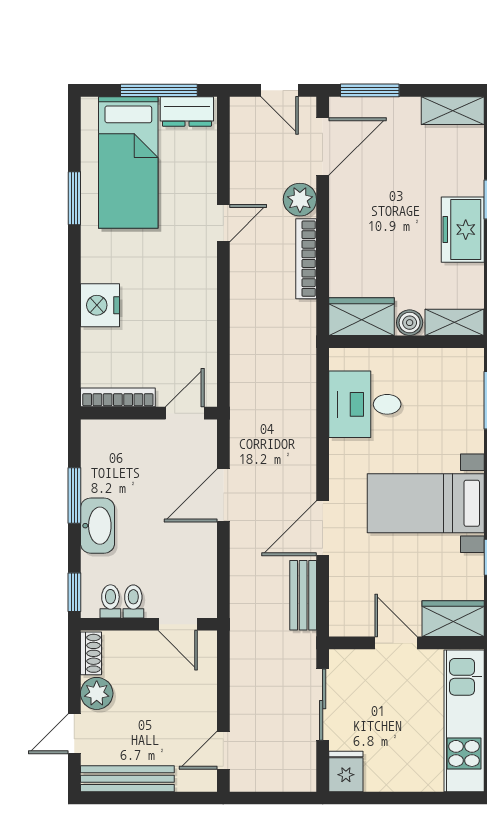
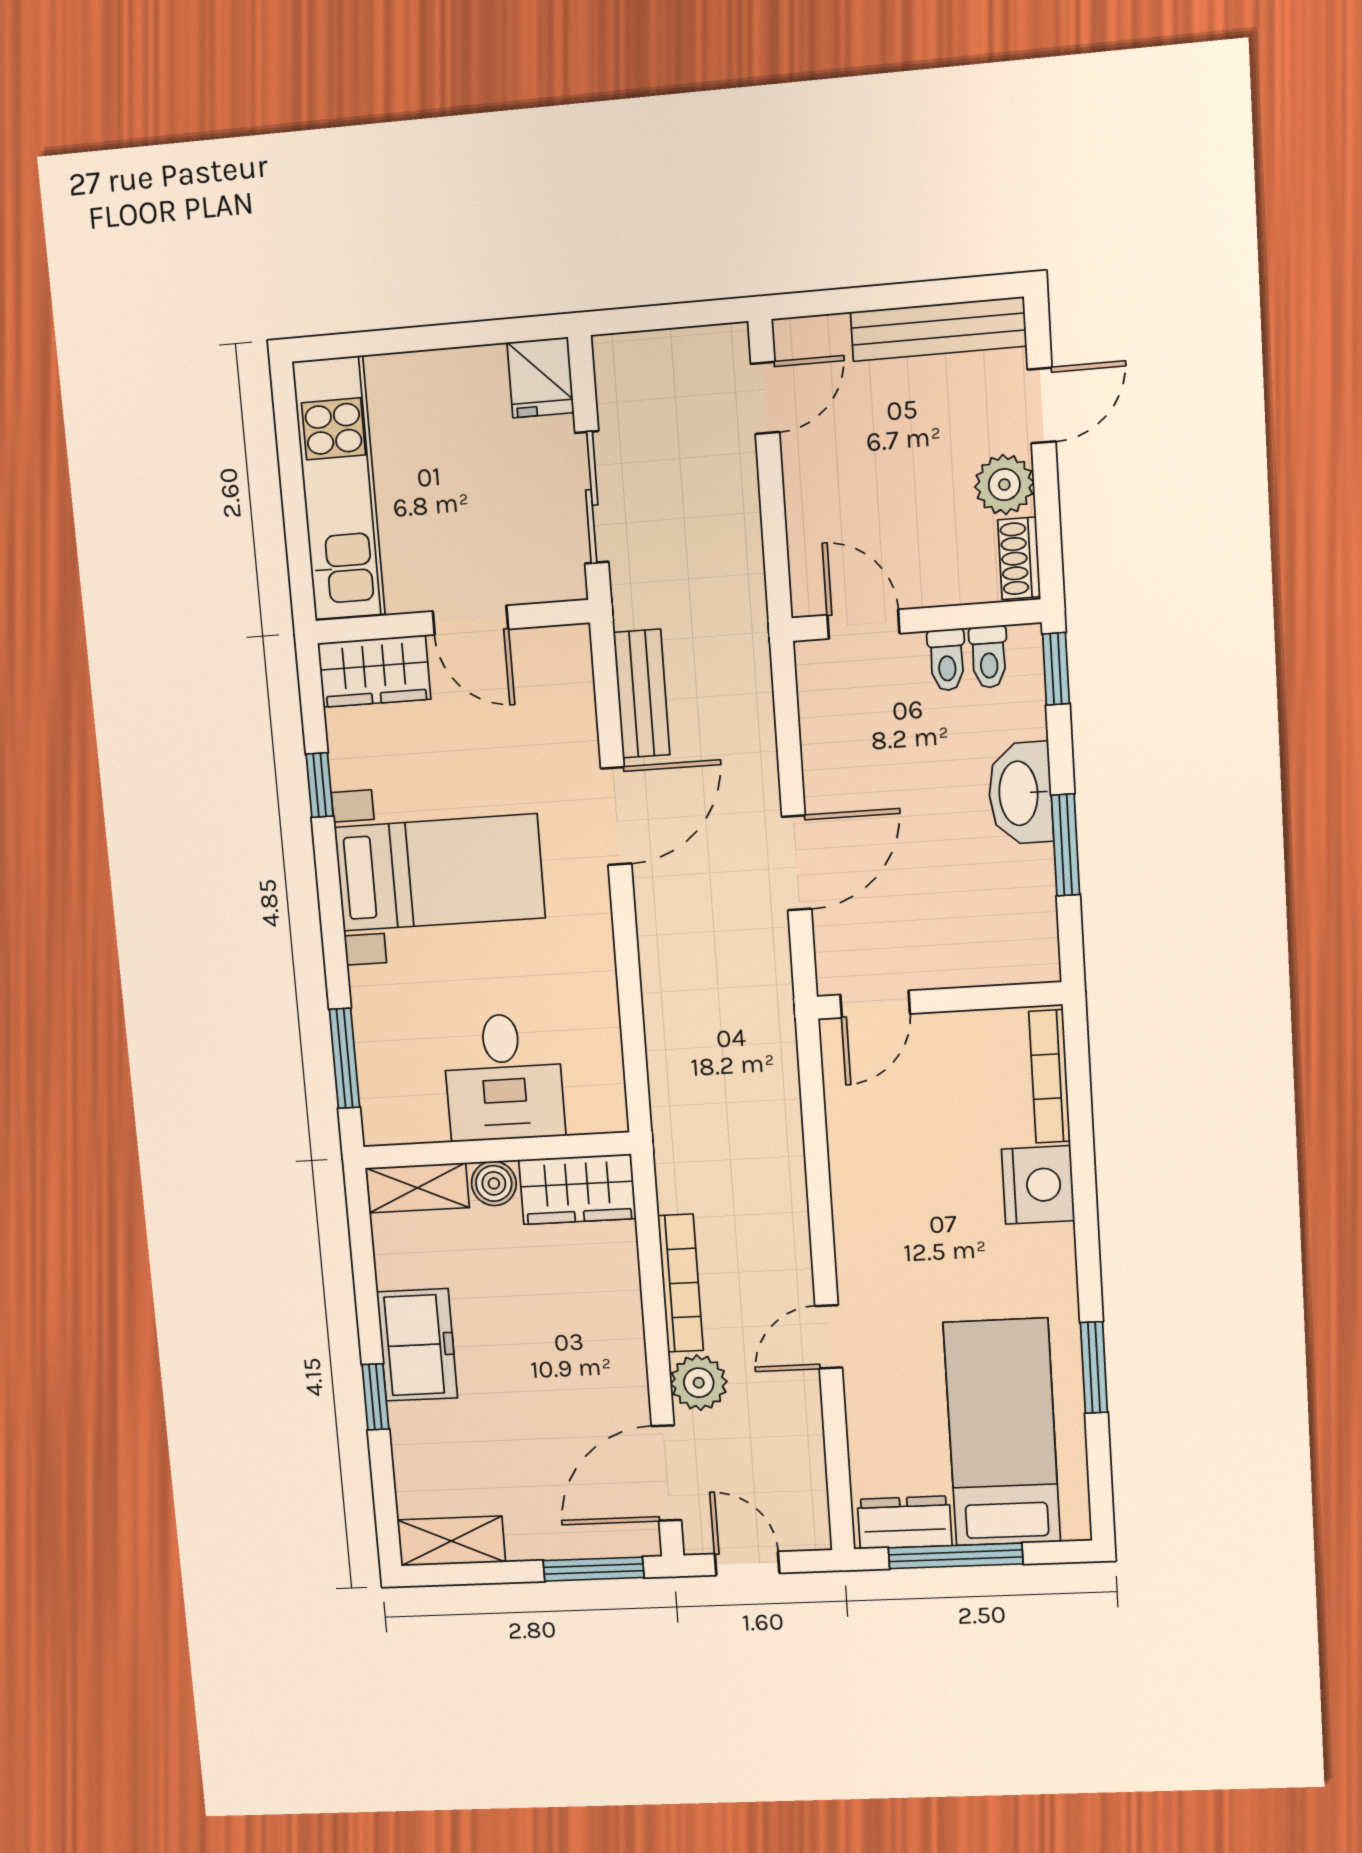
bookcase: (118, 397) -> (1050, 1076), moved, turned 90
desk: (365, 404) -> (504, 1077), moved, turned 90

